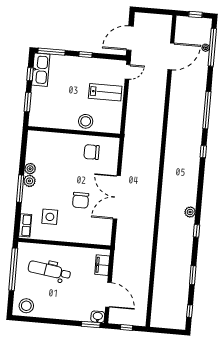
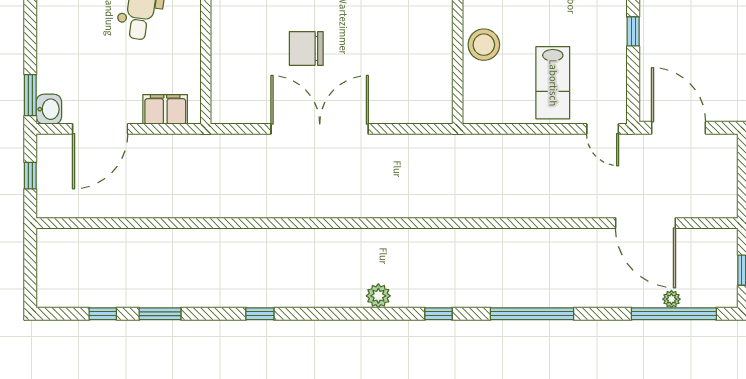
chair: (92, 152) -> (416, 64), removed
plant: (190, 212) -> (378, 296), moved
window: (190, 311) -> (103, 314), moved

